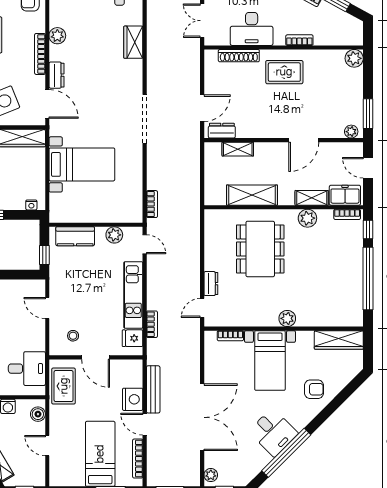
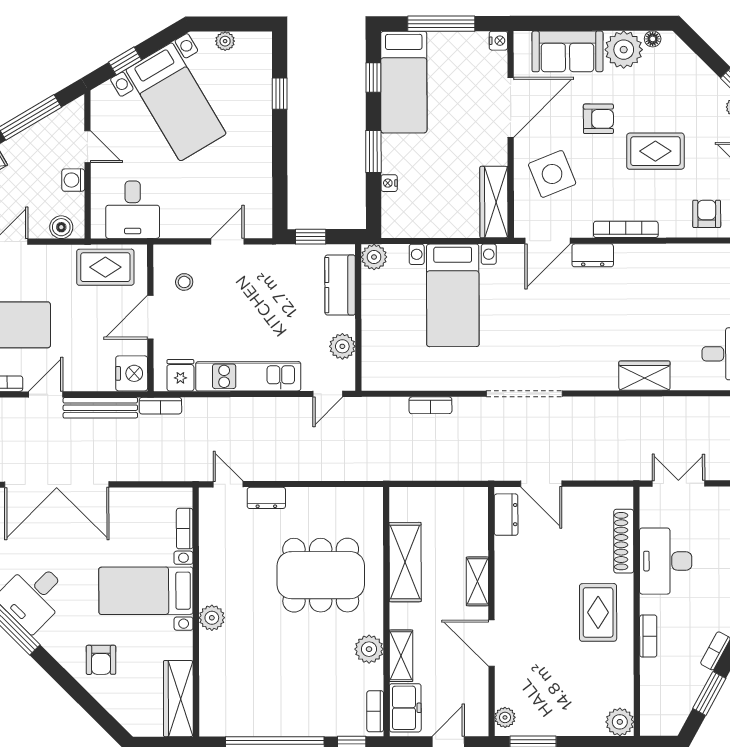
plant: (57, 36) -> (374, 257), moved
shelving: (238, 149) -> (477, 581), moved
bookcase: (152, 204) -> (430, 405), moved
nightstand: (31, 205) -> (389, 183), moved
bookcase: (152, 324) -> (160, 406), moved
nightstand: (133, 399) -> (132, 373), moved, turned -90

